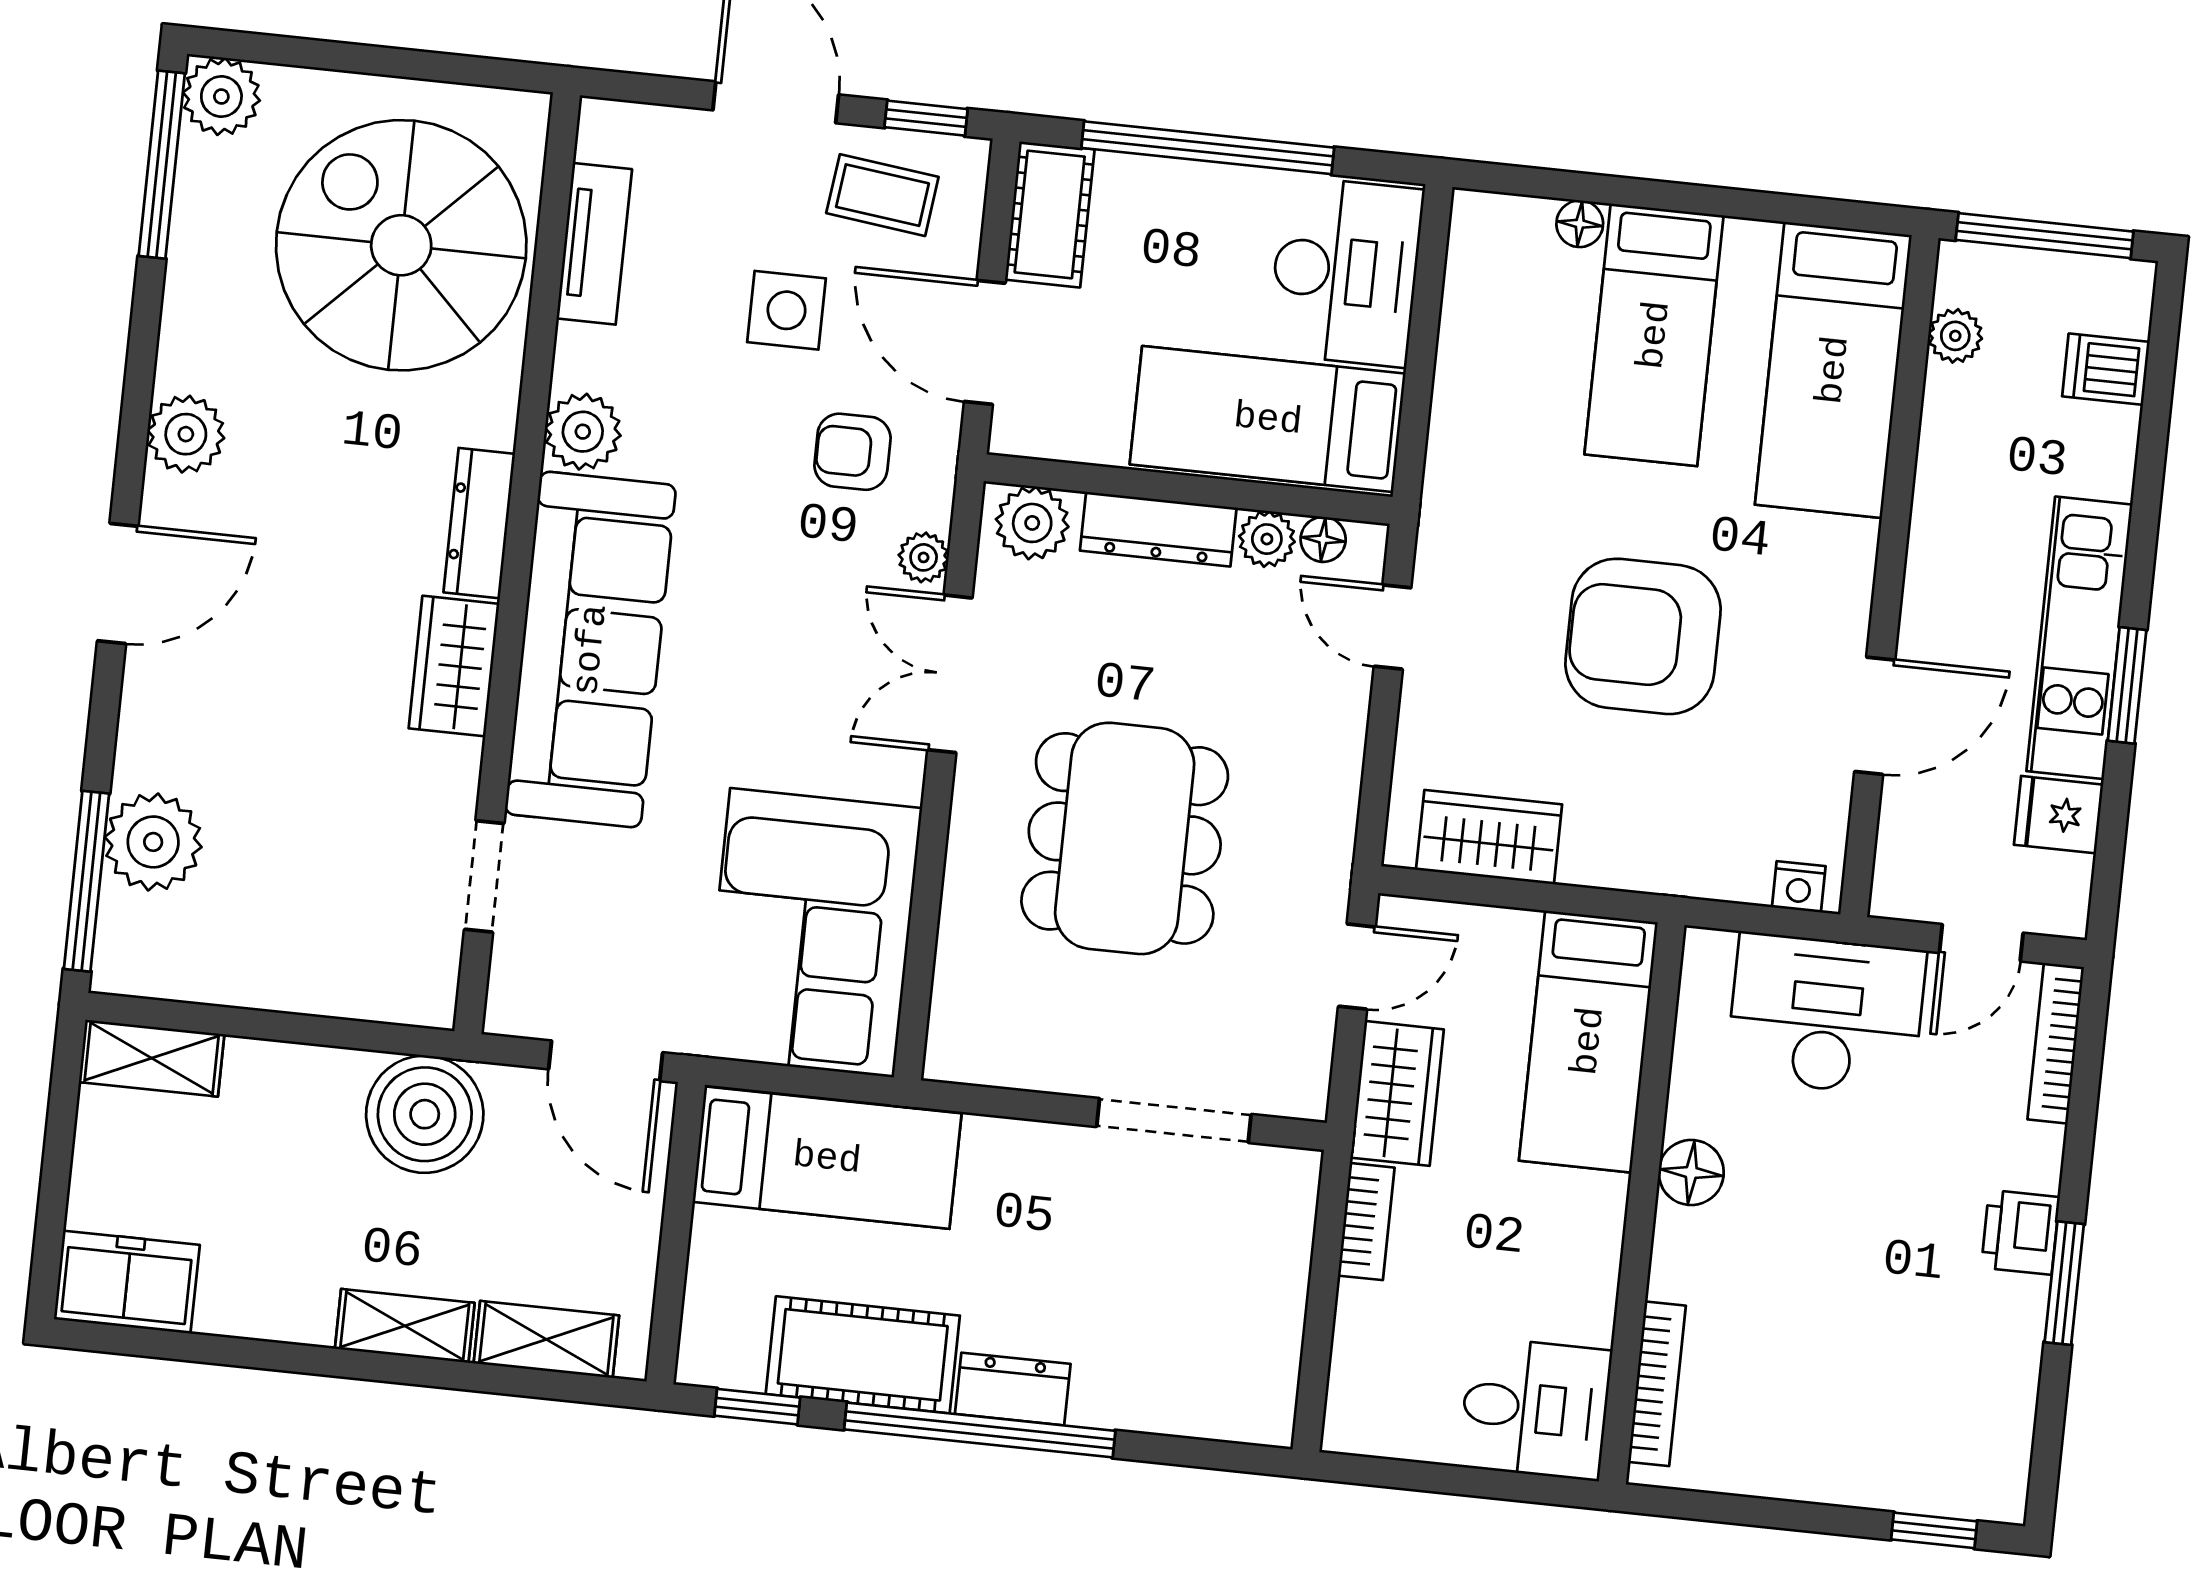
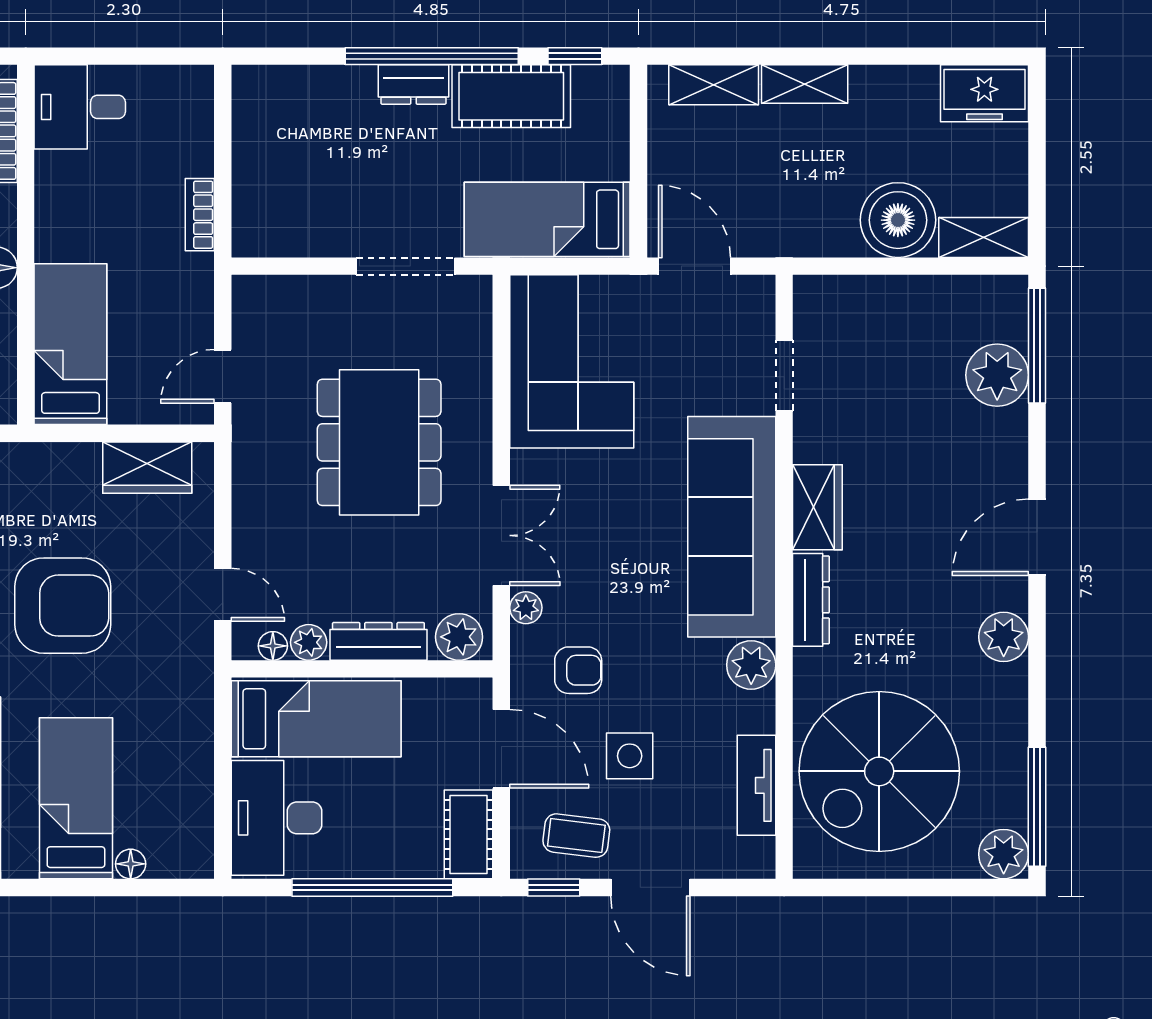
spiral stairs: (401, 245) -> (879, 771), turned 90
wardrobe: (1397, 1093) -> (189, 298), removed
boiler: (425, 1114) -> (898, 220), moved
doorway: (1174, 1121) -> (405, 266), moved

